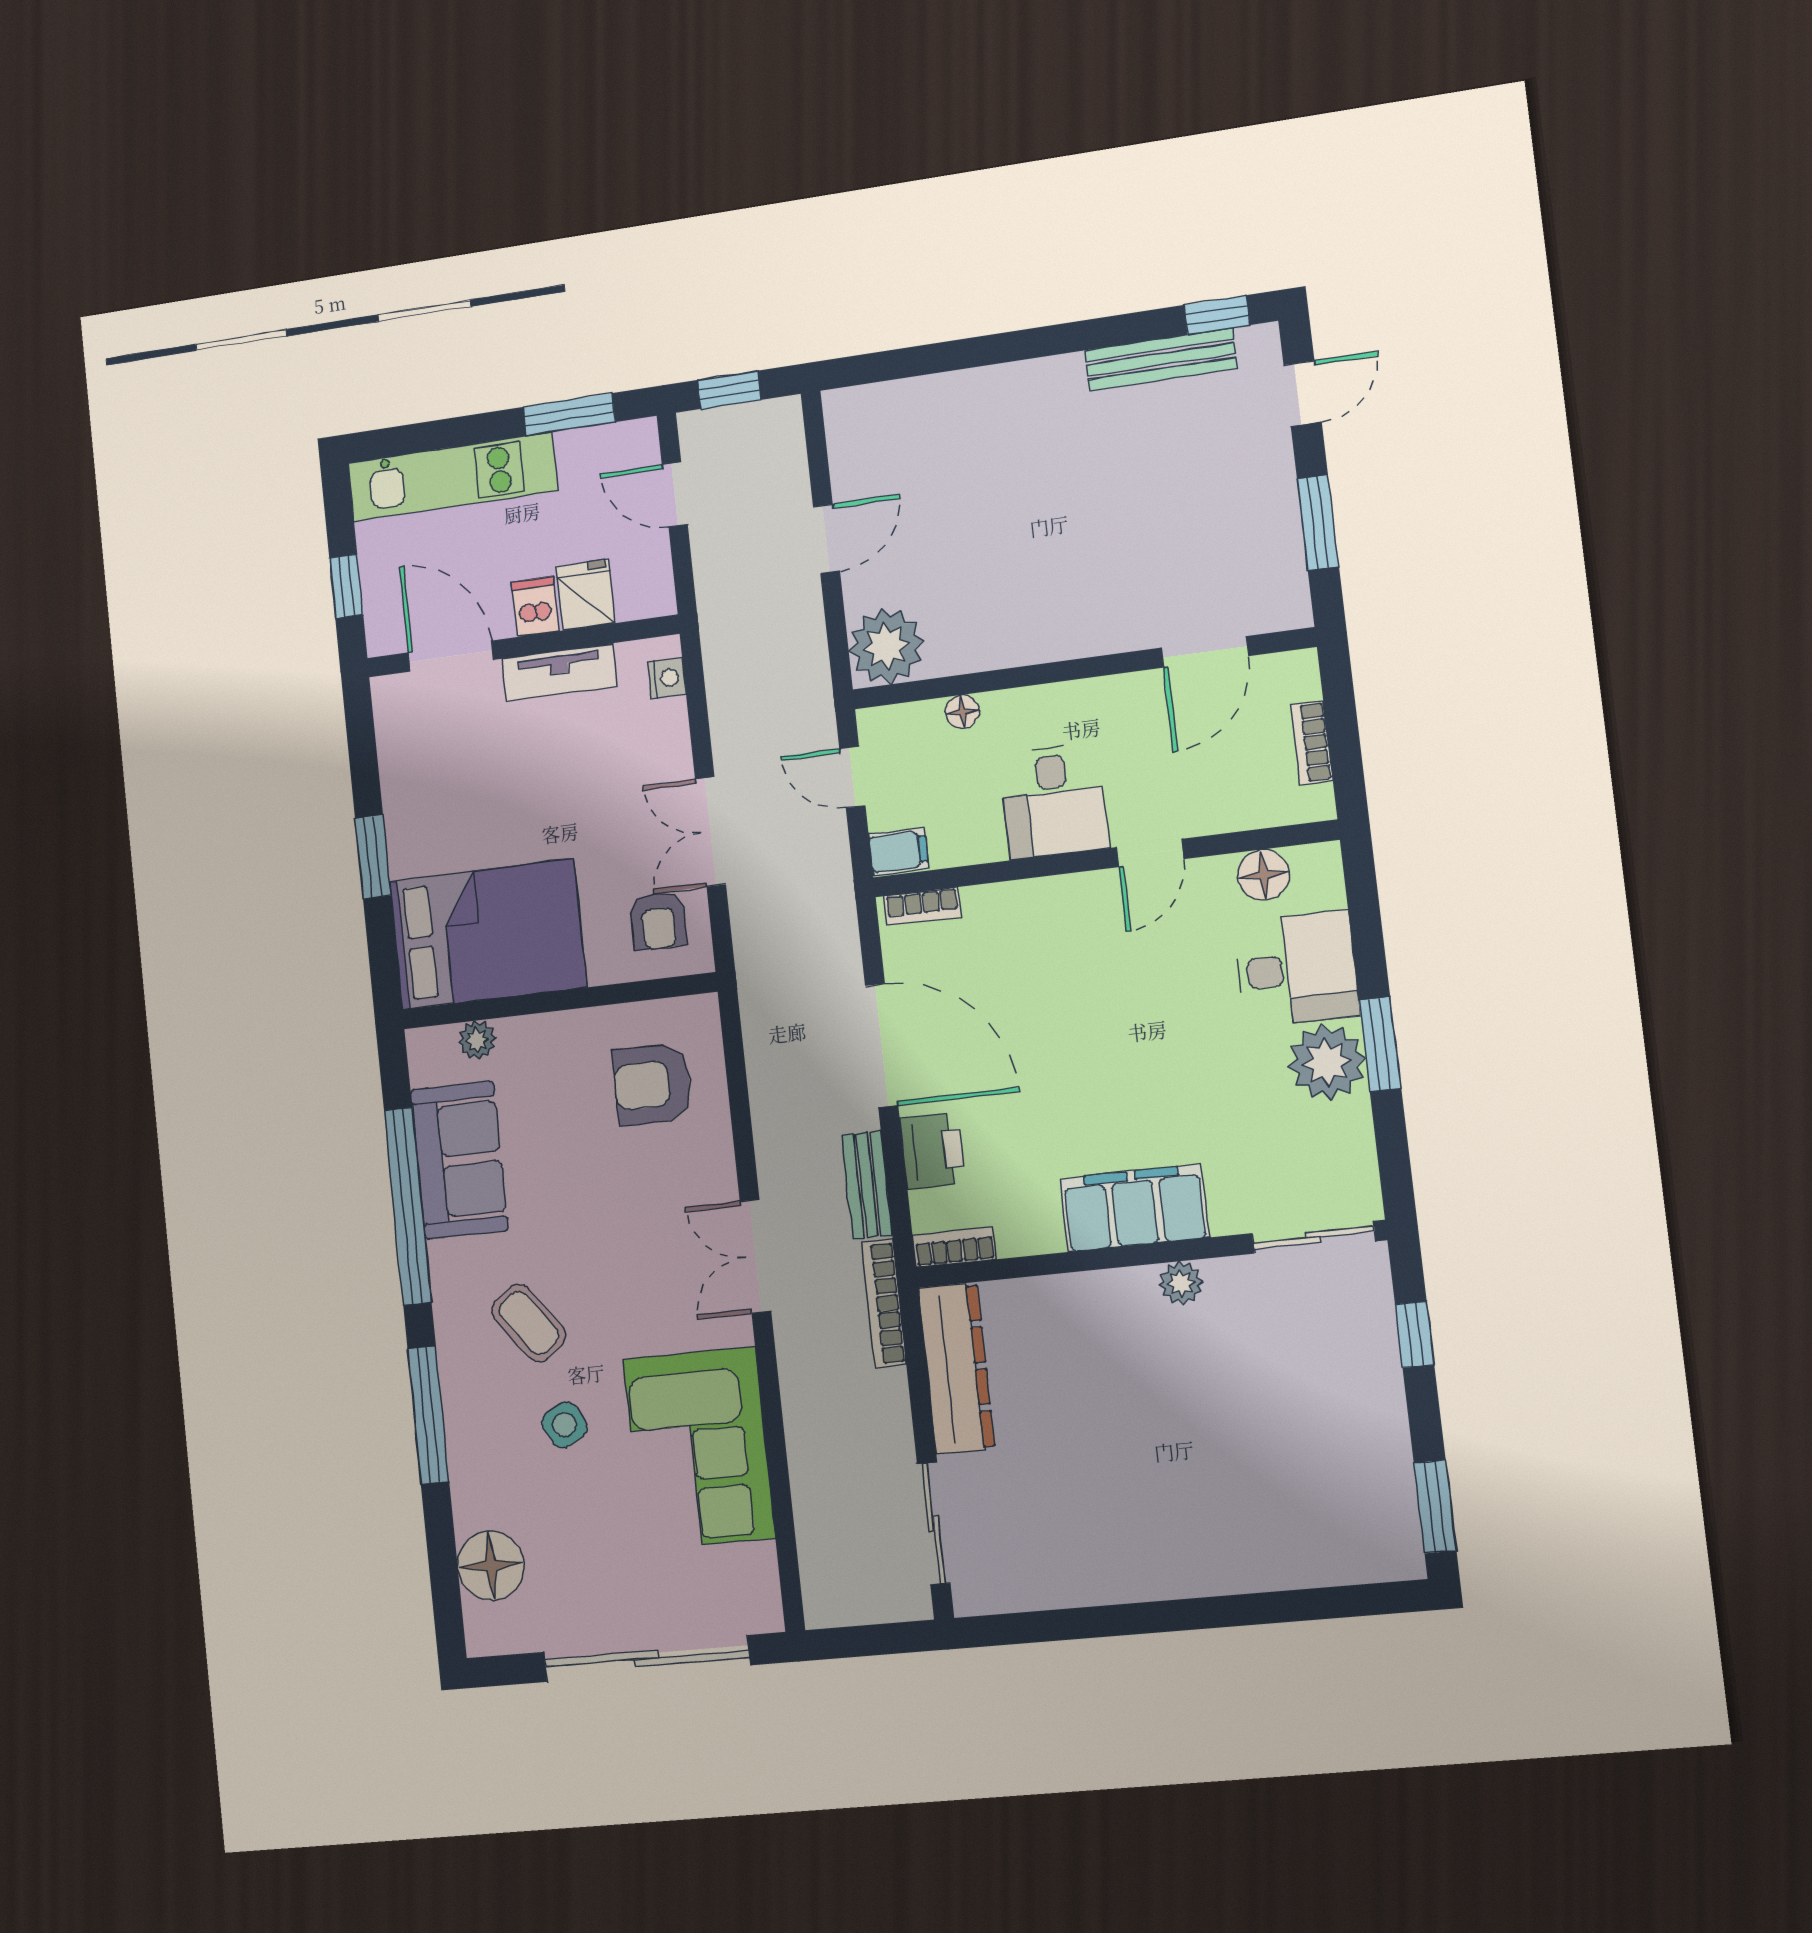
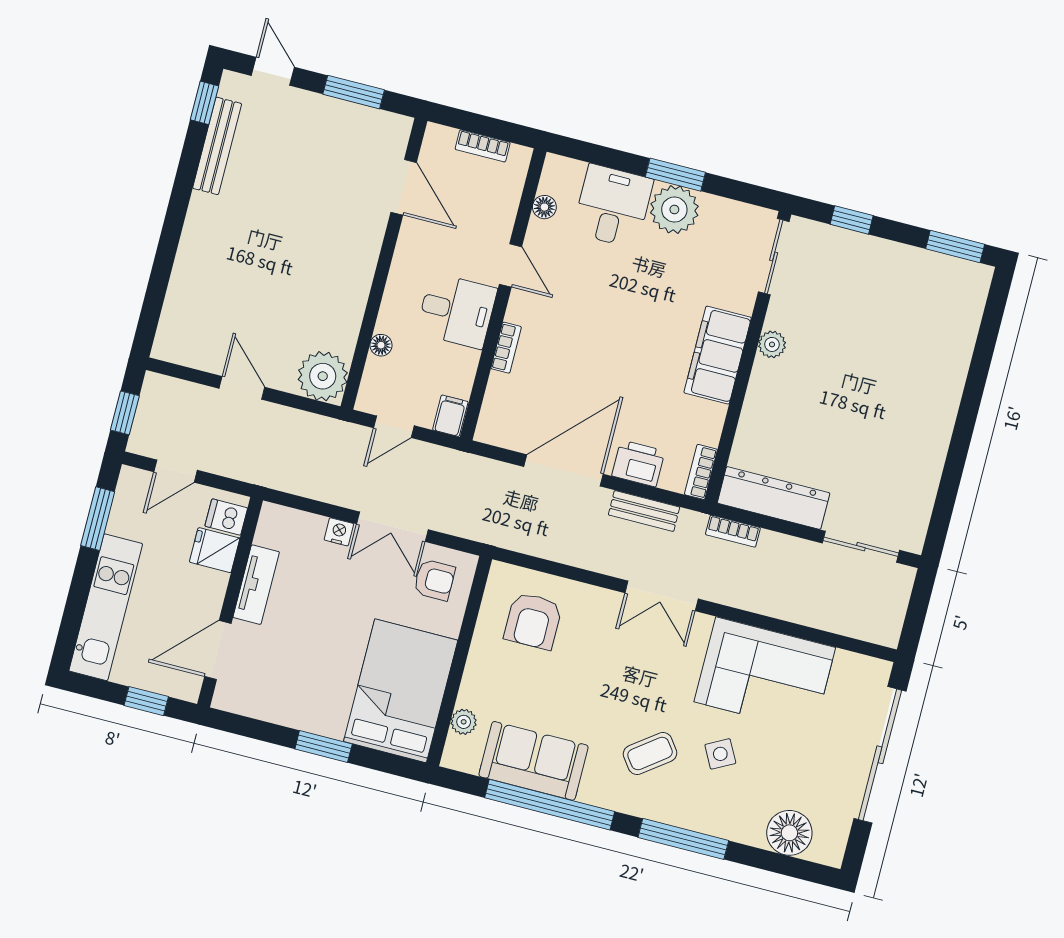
dishwasher: (535, 607) -> (226, 517), moved
nightstand: (667, 678) -> (339, 532), moved
floor lamp: (1263, 875) -> (544, 207), width x0.73, depth x0.73
bookcase: (922, 906) -> (506, 348), moved
bookcase: (884, 1303) -> (733, 531), width x0.64

